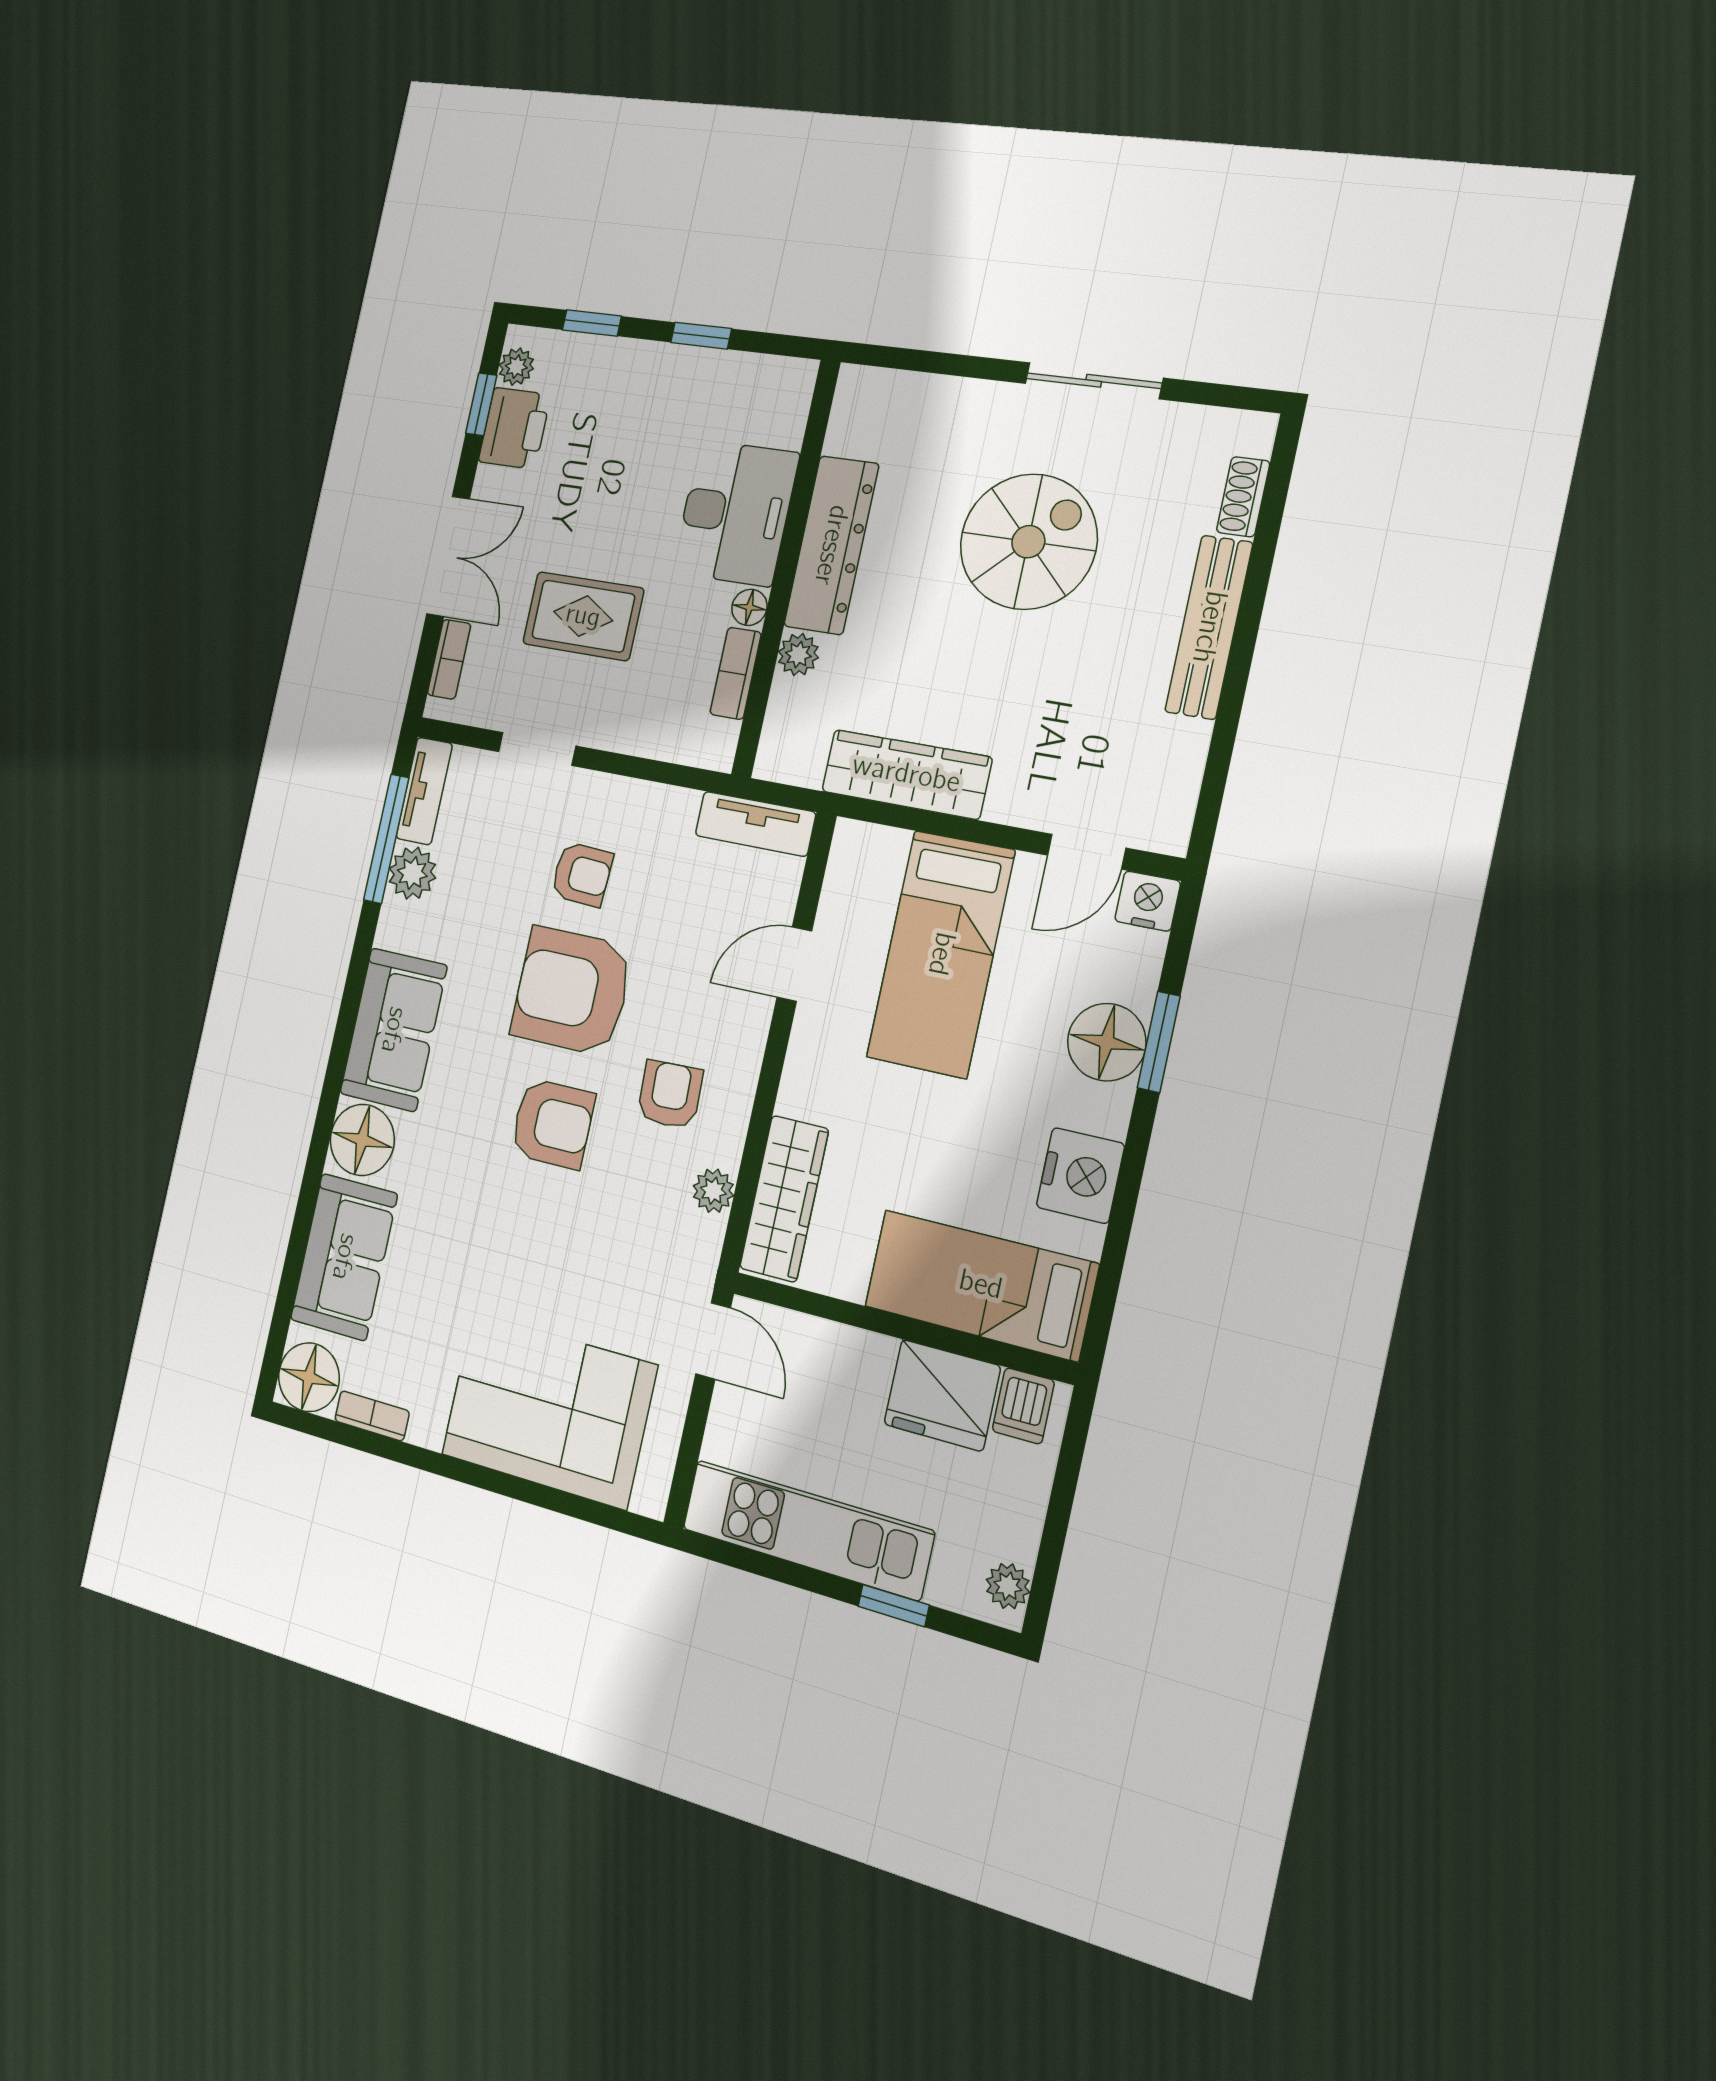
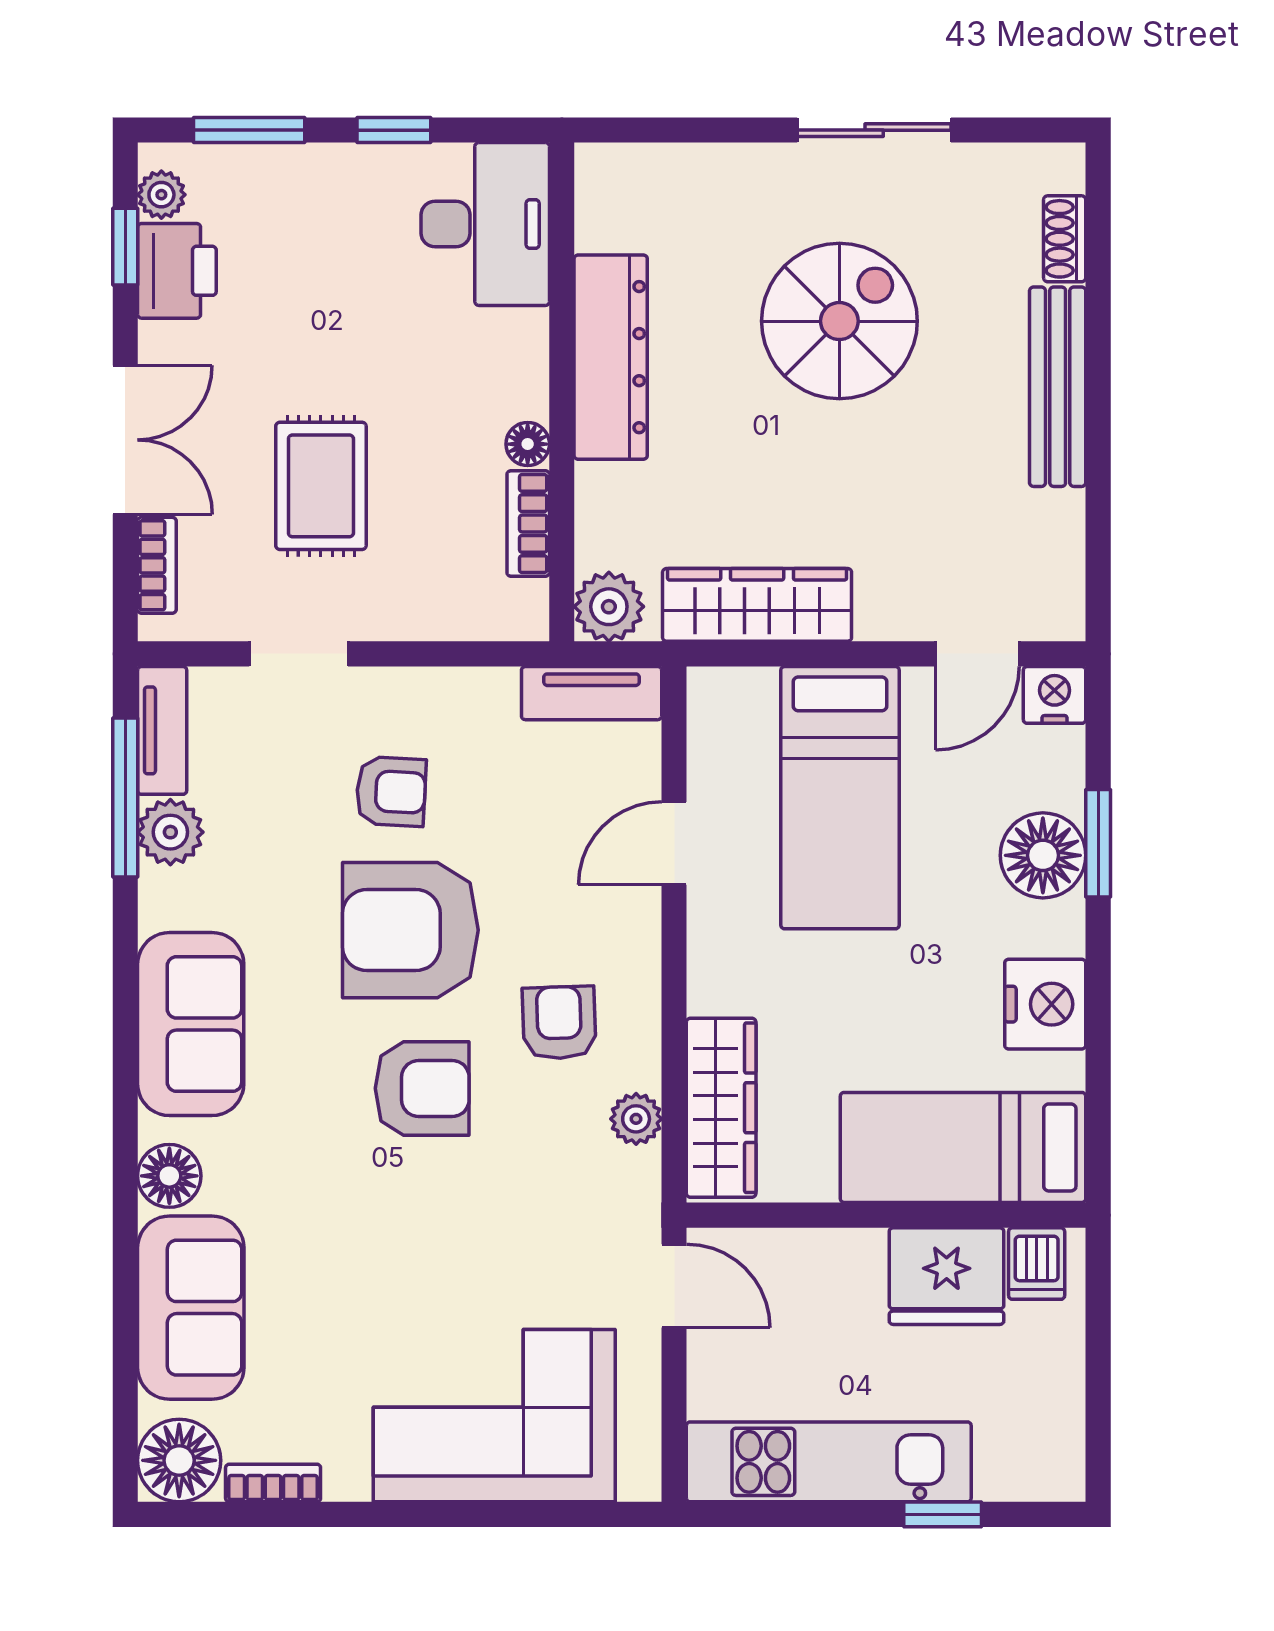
window: (592, 323) -> (249, 130), width x1.50
desk: (735, 513) -> (485, 224), moved
rug: (583, 616) -> (321, 486), turned 90
plant: (798, 655) -> (609, 607), moved, width x1.38, depth x1.38
floor lamp: (362, 1140) -> (169, 1176), width x0.73, depth x0.73
plant: (1008, 1586) -> (1061, 1457), removed

